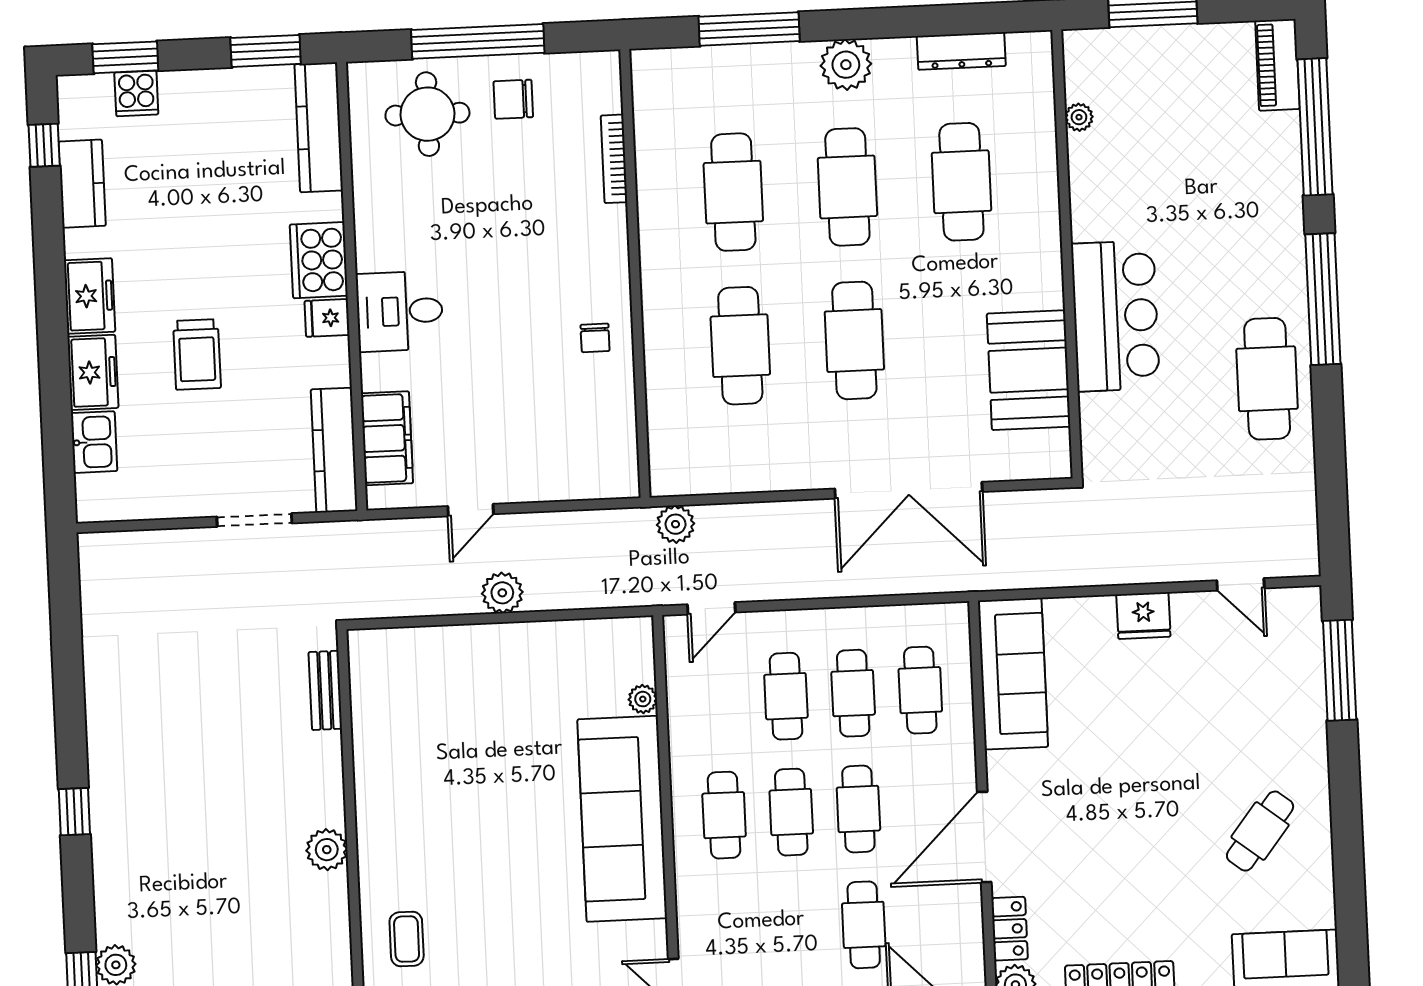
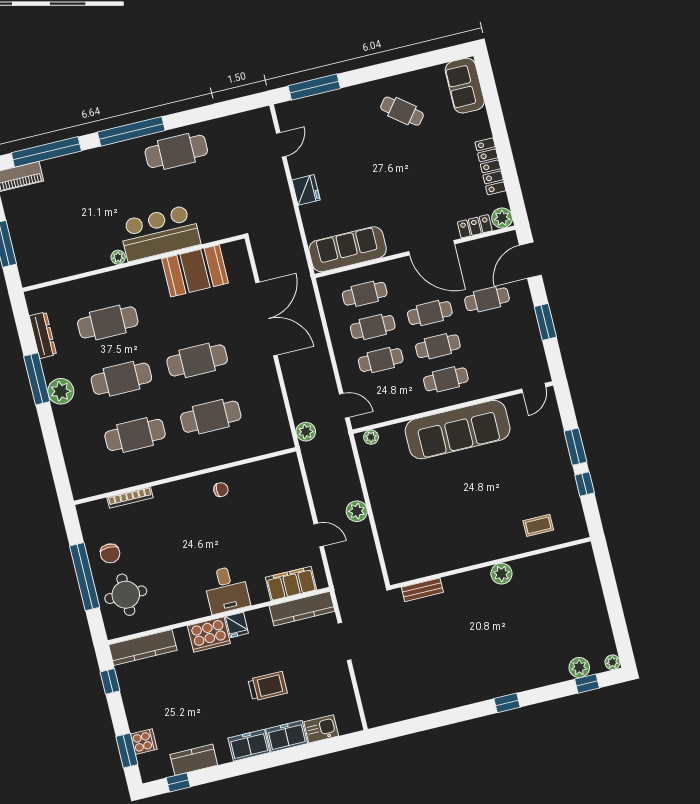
window: (749, 29) -> (37, 379), moved
window: (266, 51) -> (110, 681), width x0.67
plant: (1079, 117) -> (118, 257), moved
plant: (643, 699) -> (371, 437), moved

